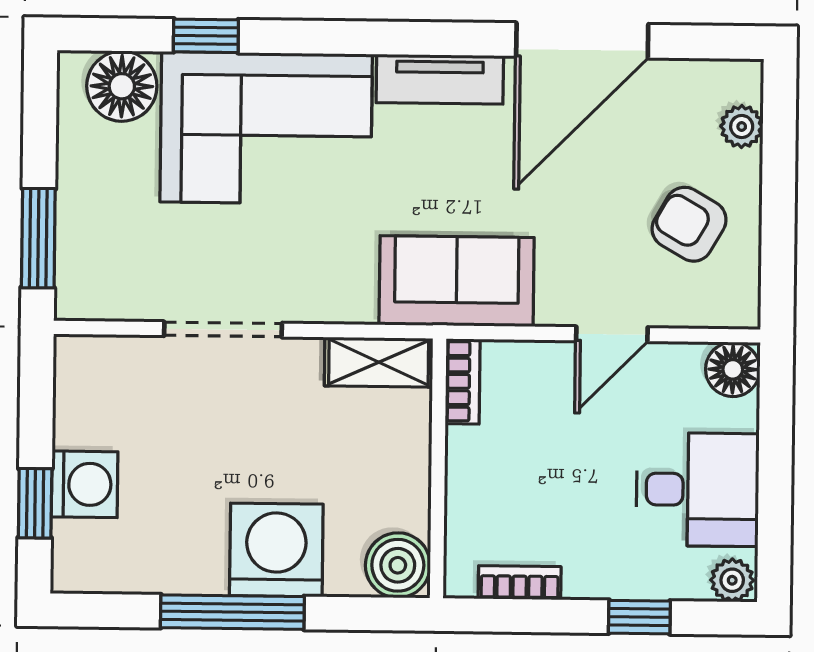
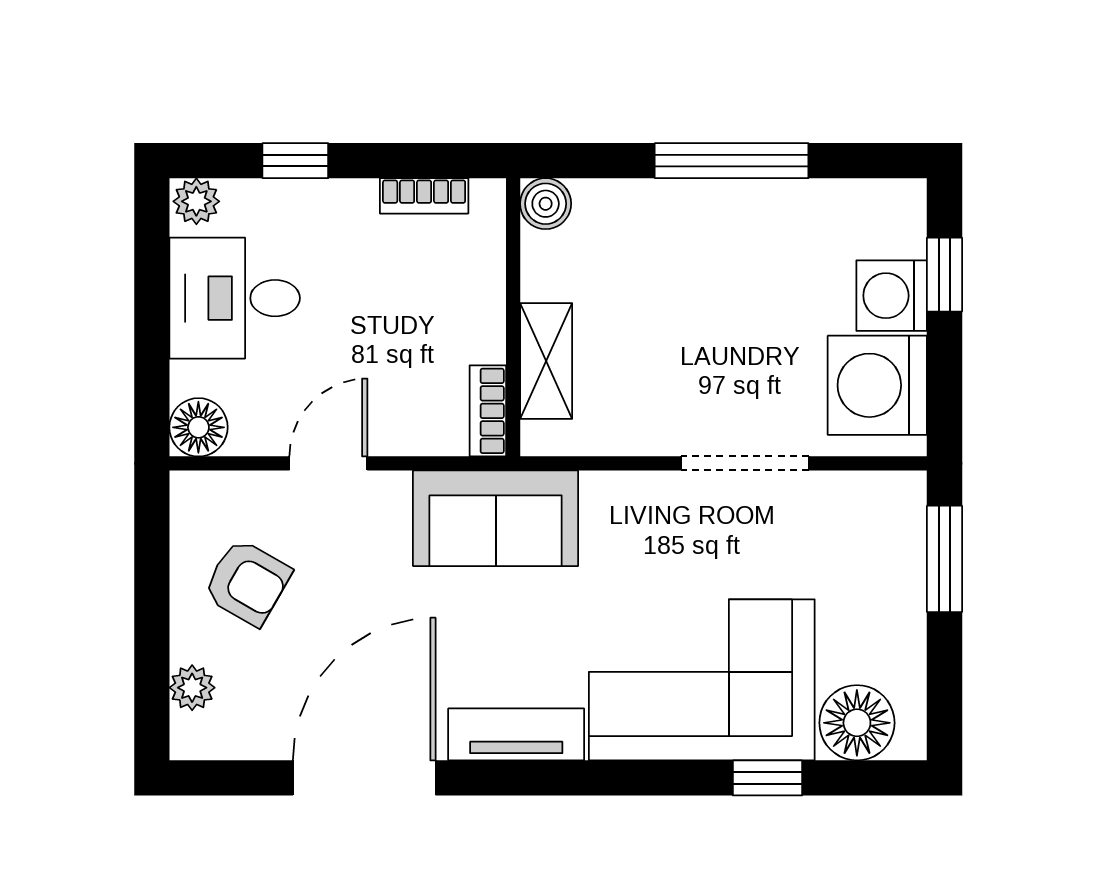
shelving: (379, 362) -> (546, 361), moved, turned 90
washing machine: (276, 550) -> (877, 385), moved, turned 90
boiler: (398, 565) -> (546, 204), width x0.73, depth x0.73

